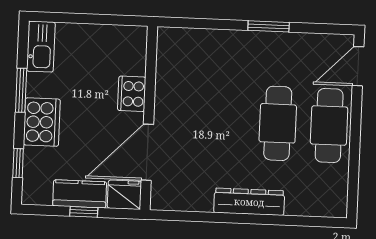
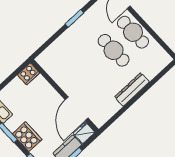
cooker: (132, 94) -> (29, 74), moved, turned -90

